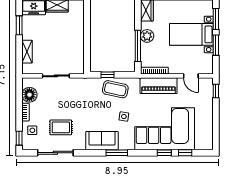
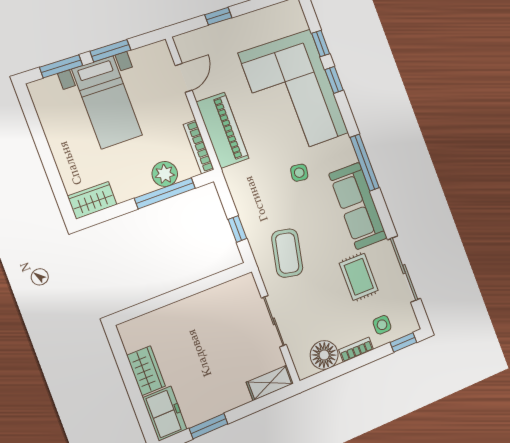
plant: (147, 36) -> (165, 174), moved
shelving: (27, 52) -> (270, 383), moved
coffee table: (115, 89) -> (287, 253), moved
window: (216, 91) -> (218, 16), moved
sofa: (102, 141) -> (358, 206), width x1.36
window: (117, 153) -> (365, 163), width x1.44

